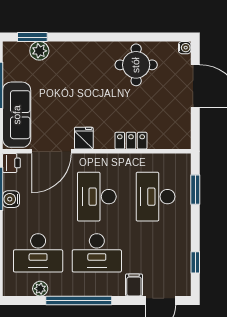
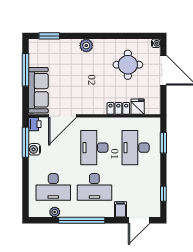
plant: (39, 51) -> (86, 46), moved
round table: (136, 65) -> (128, 65), moved
fridge: (84, 138) -> (138, 107), moved

